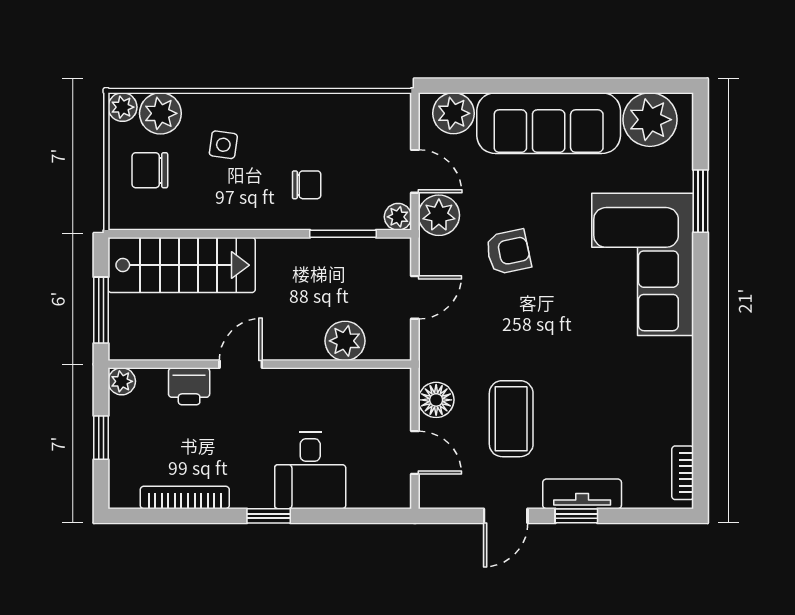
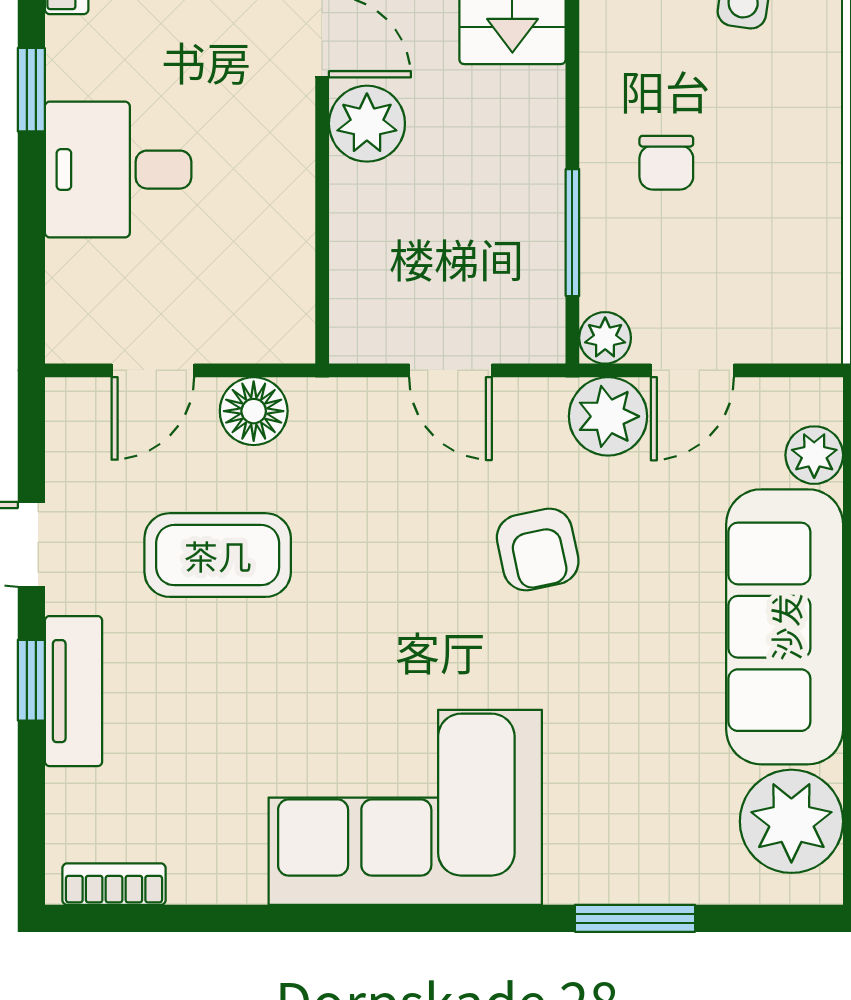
plant: (453, 113) -> (814, 455), width x0.73, depth x0.73
corner sofa: (643, 264) -> (405, 807), moved
plant: (345, 341) -> (367, 124), moved

